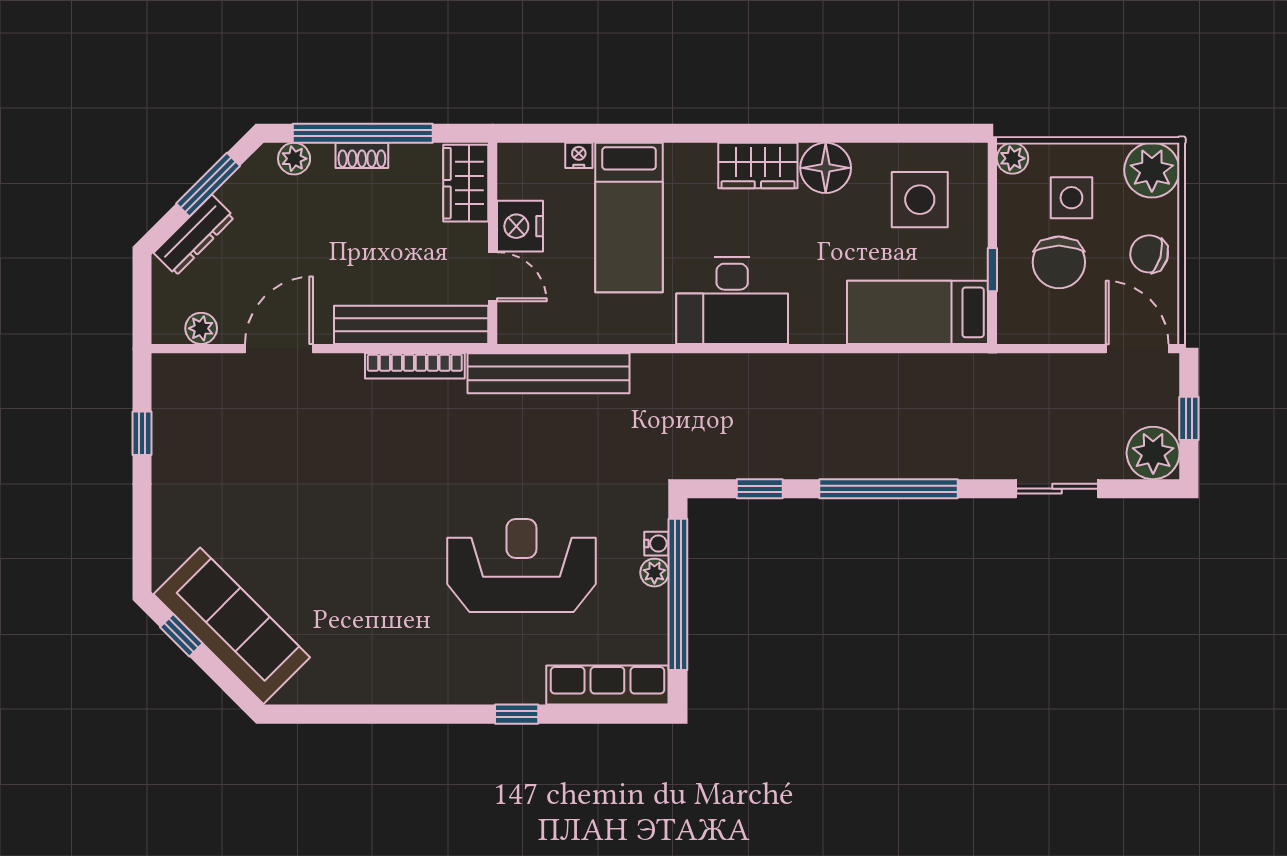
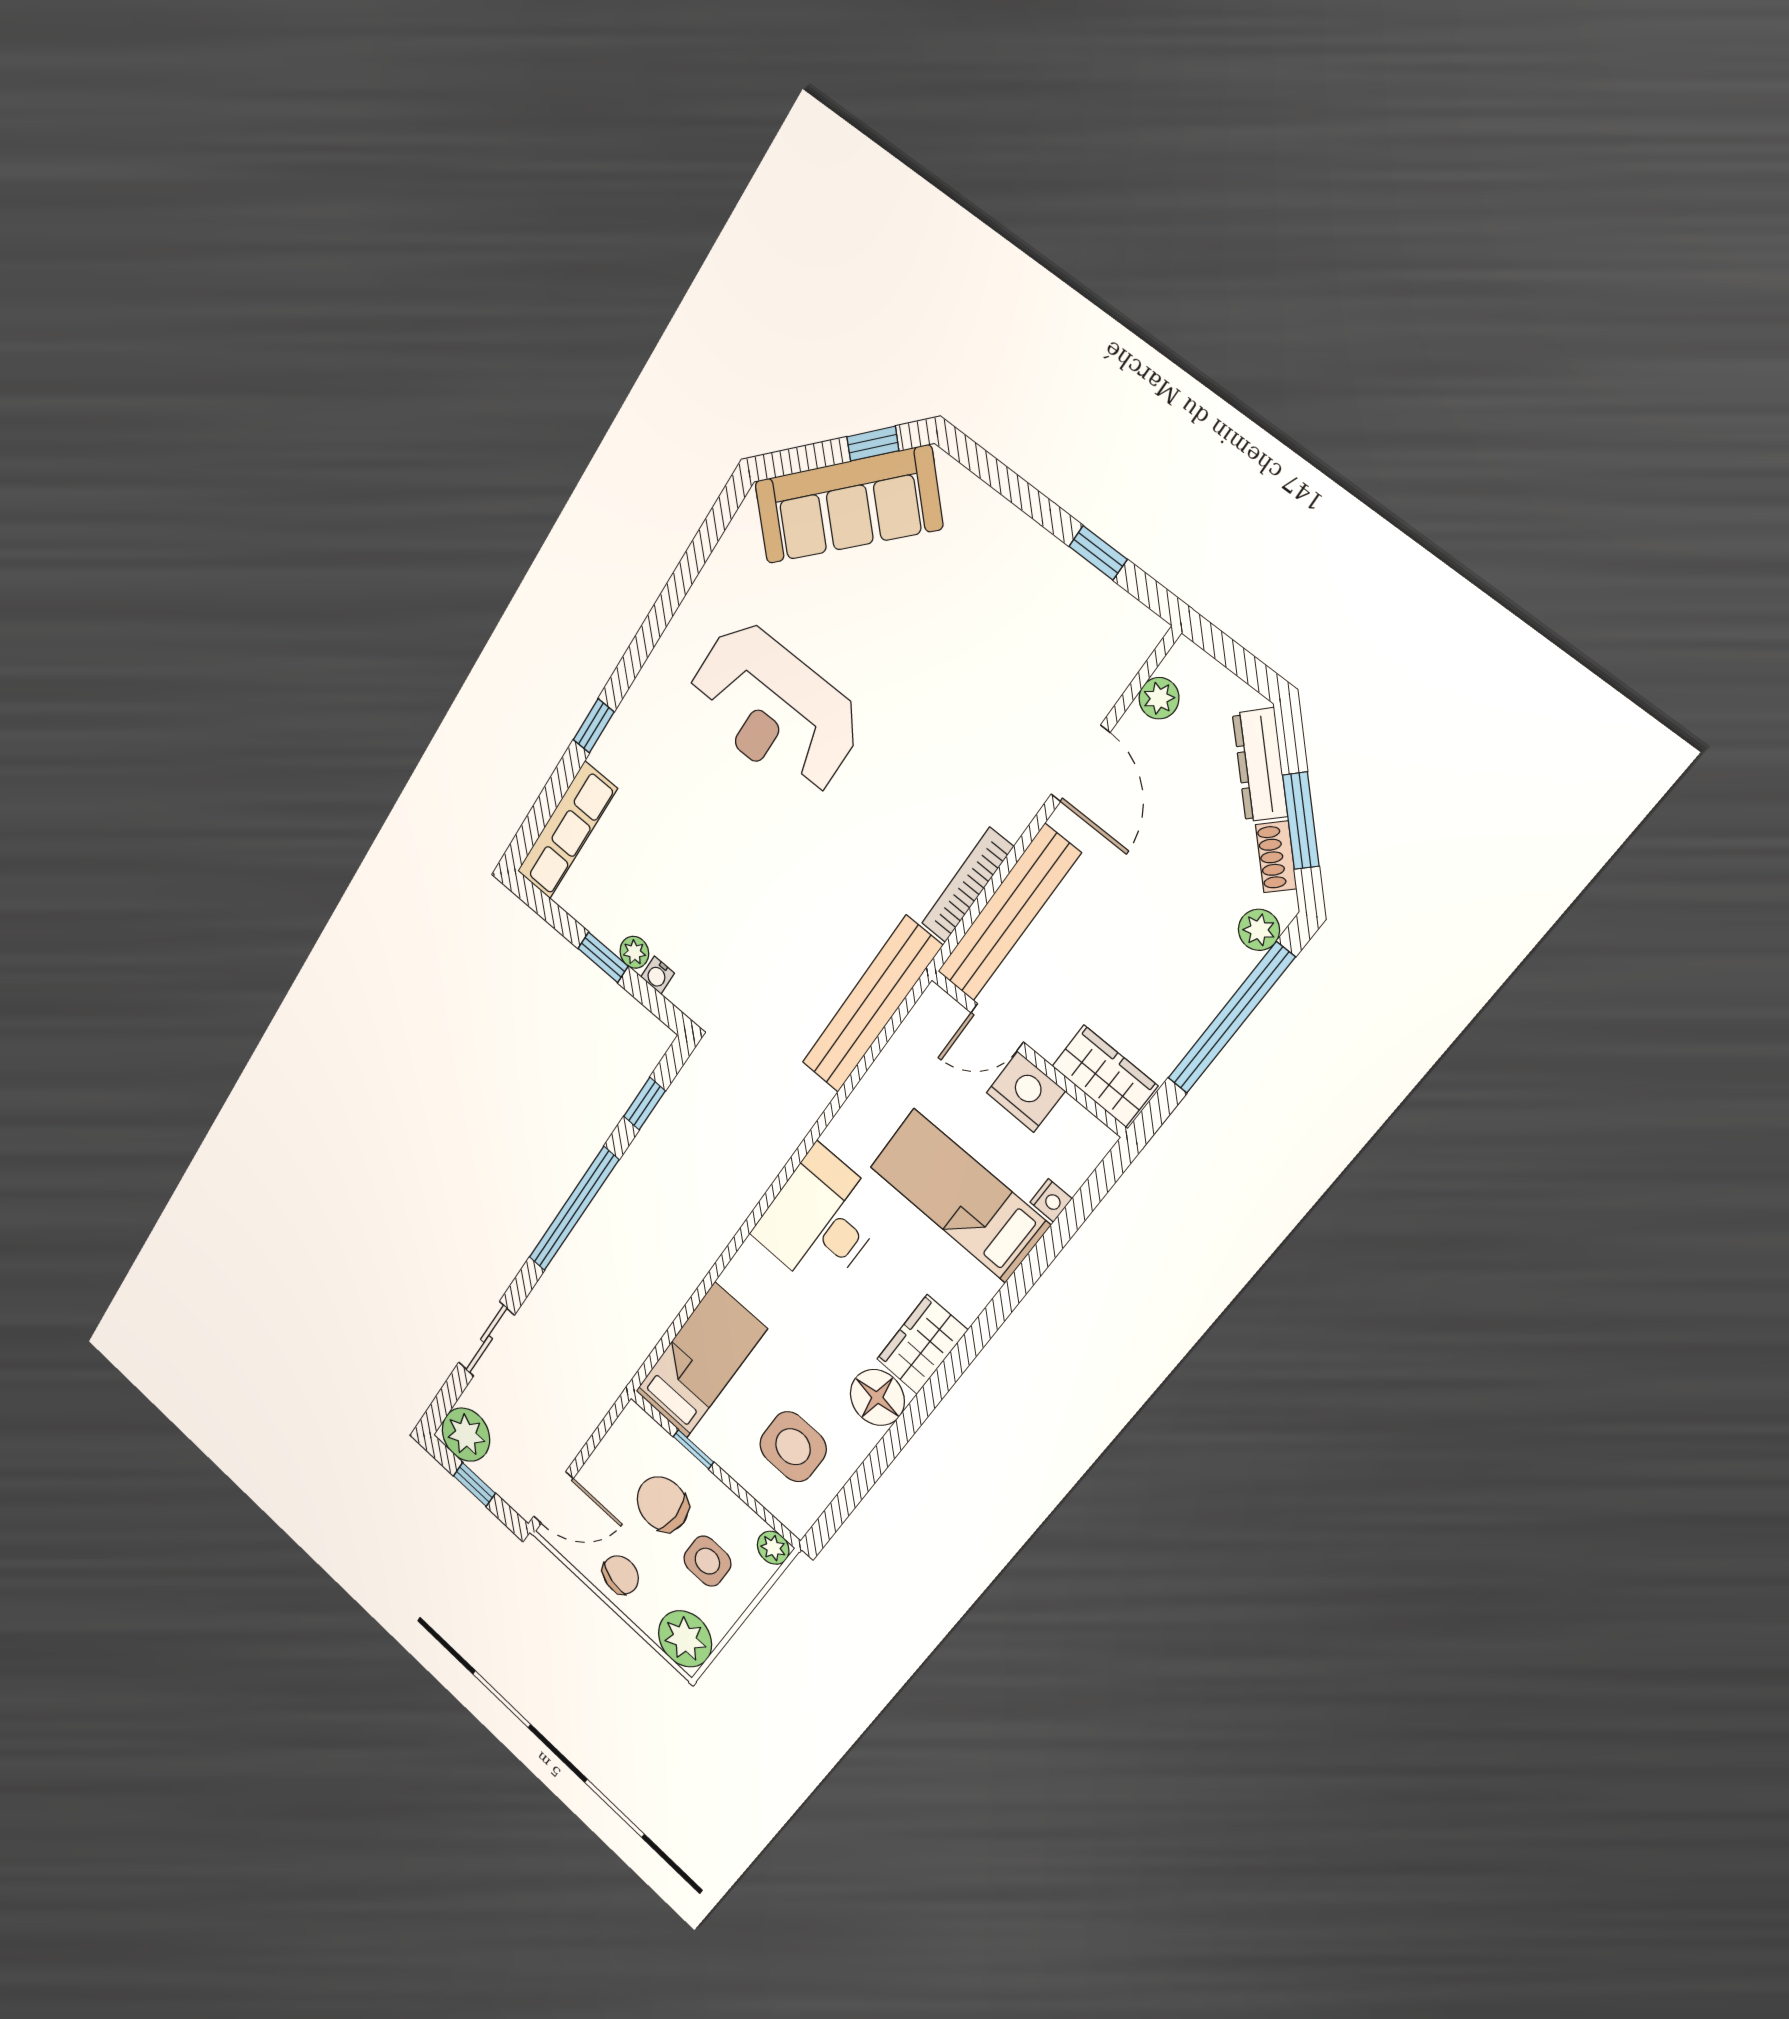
shoe rack: (362, 155) -> (1276, 857), moved, turned -45
reception desk: (521, 566) -> (774, 709), moved, turned 90
window: (678, 594) -> (603, 957), width x0.32

